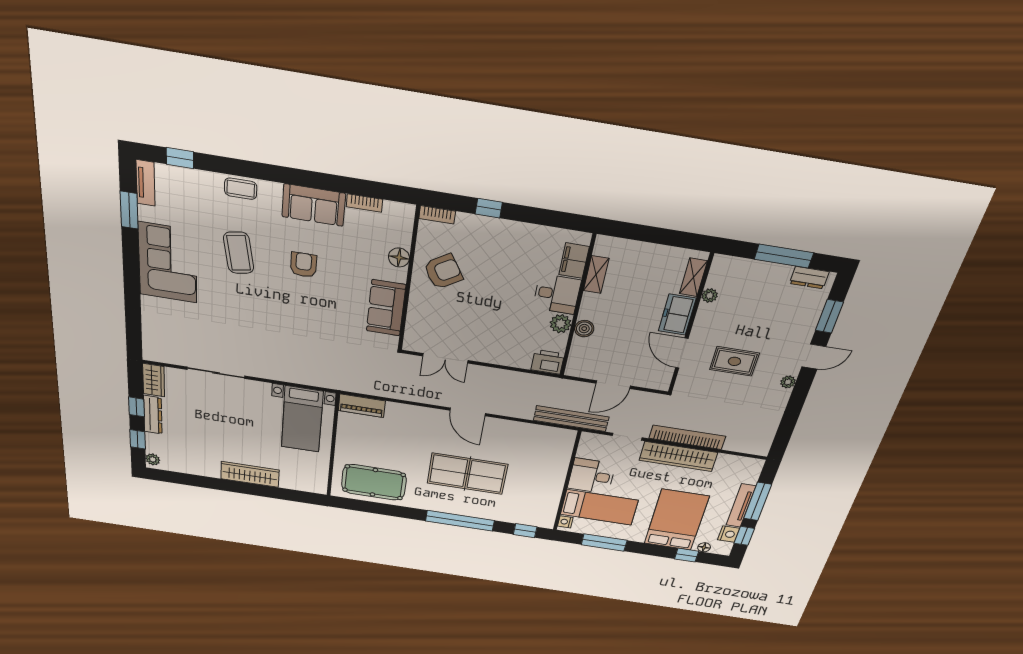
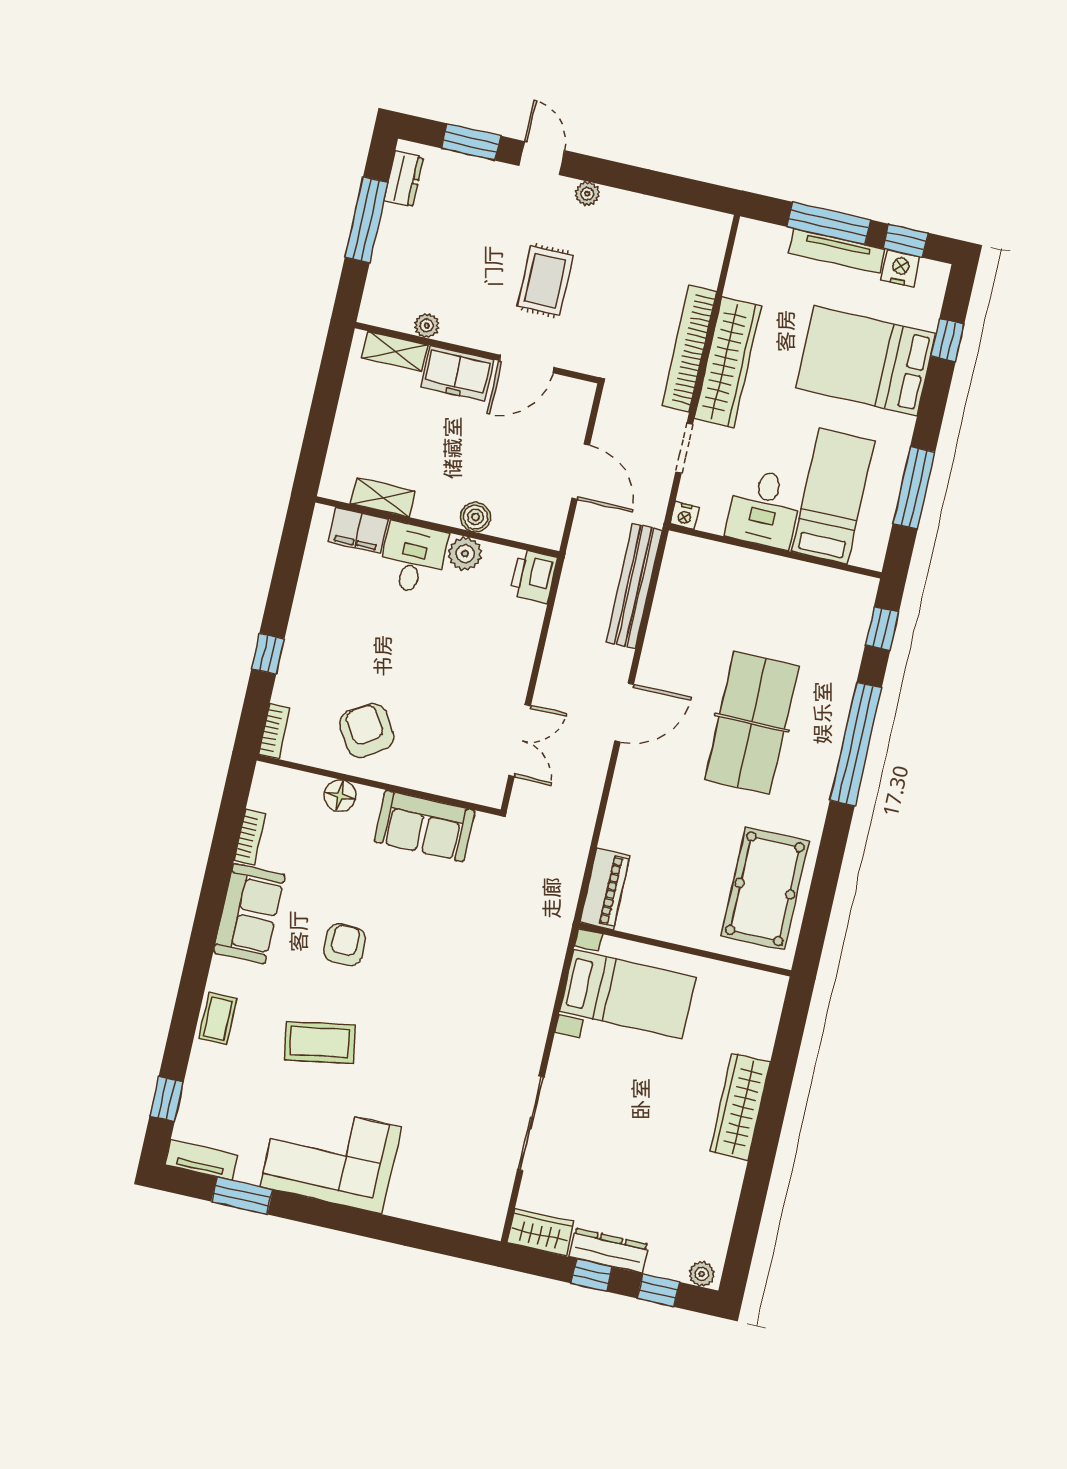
armchair: (304, 265) -> (345, 945), turned 90
bench: (571, 419) -> (634, 586), moved
nightstand: (565, 522) -> (685, 516), moved
floor lamp: (704, 547) -> (930, 310), removed

